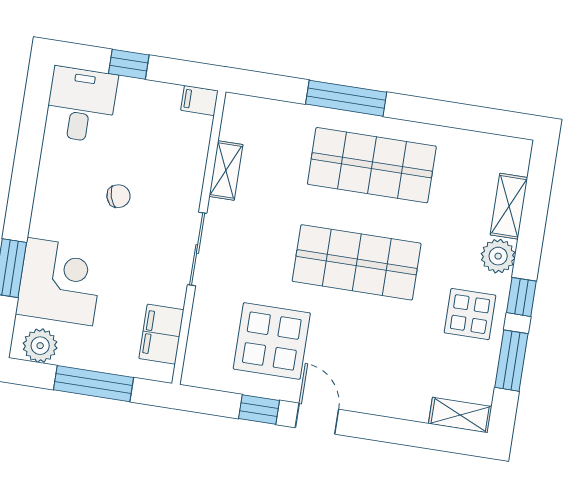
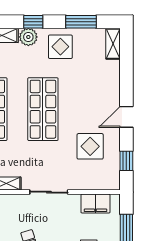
window: (521, 297) -> (33, 22), moved
display table: (272, 341) -> (90, 146), width x0.73, depth x0.73
window: (259, 410) -> (126, 161), moved

